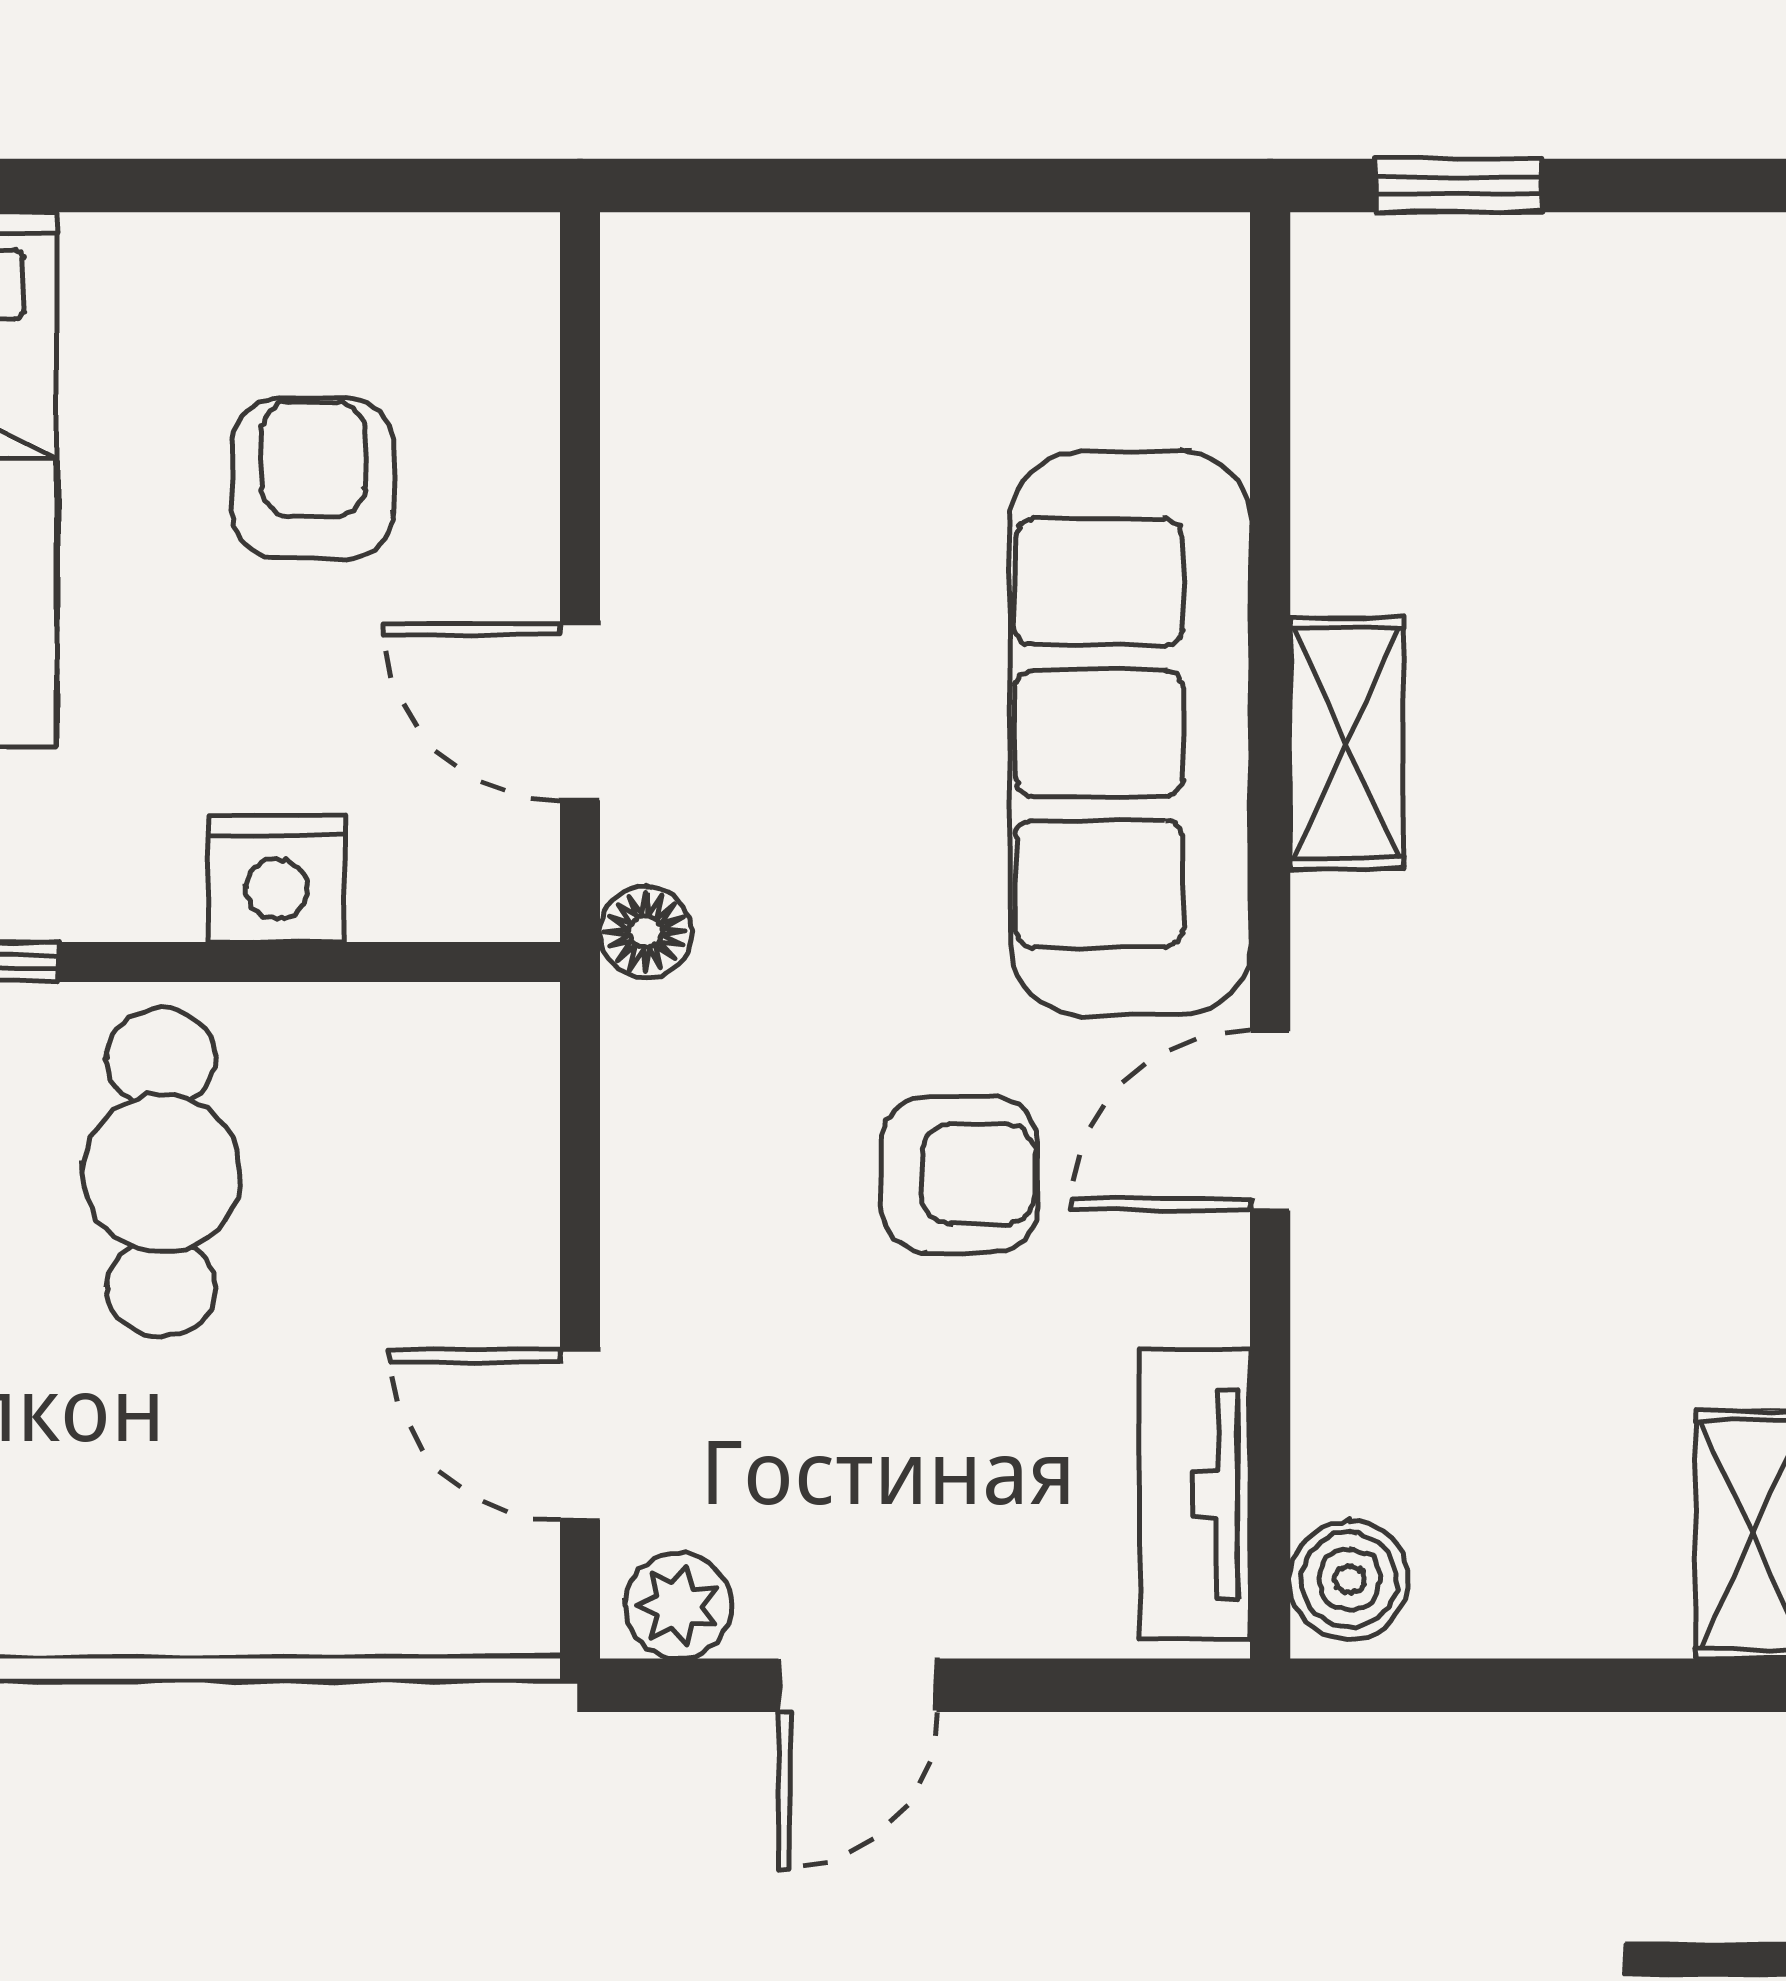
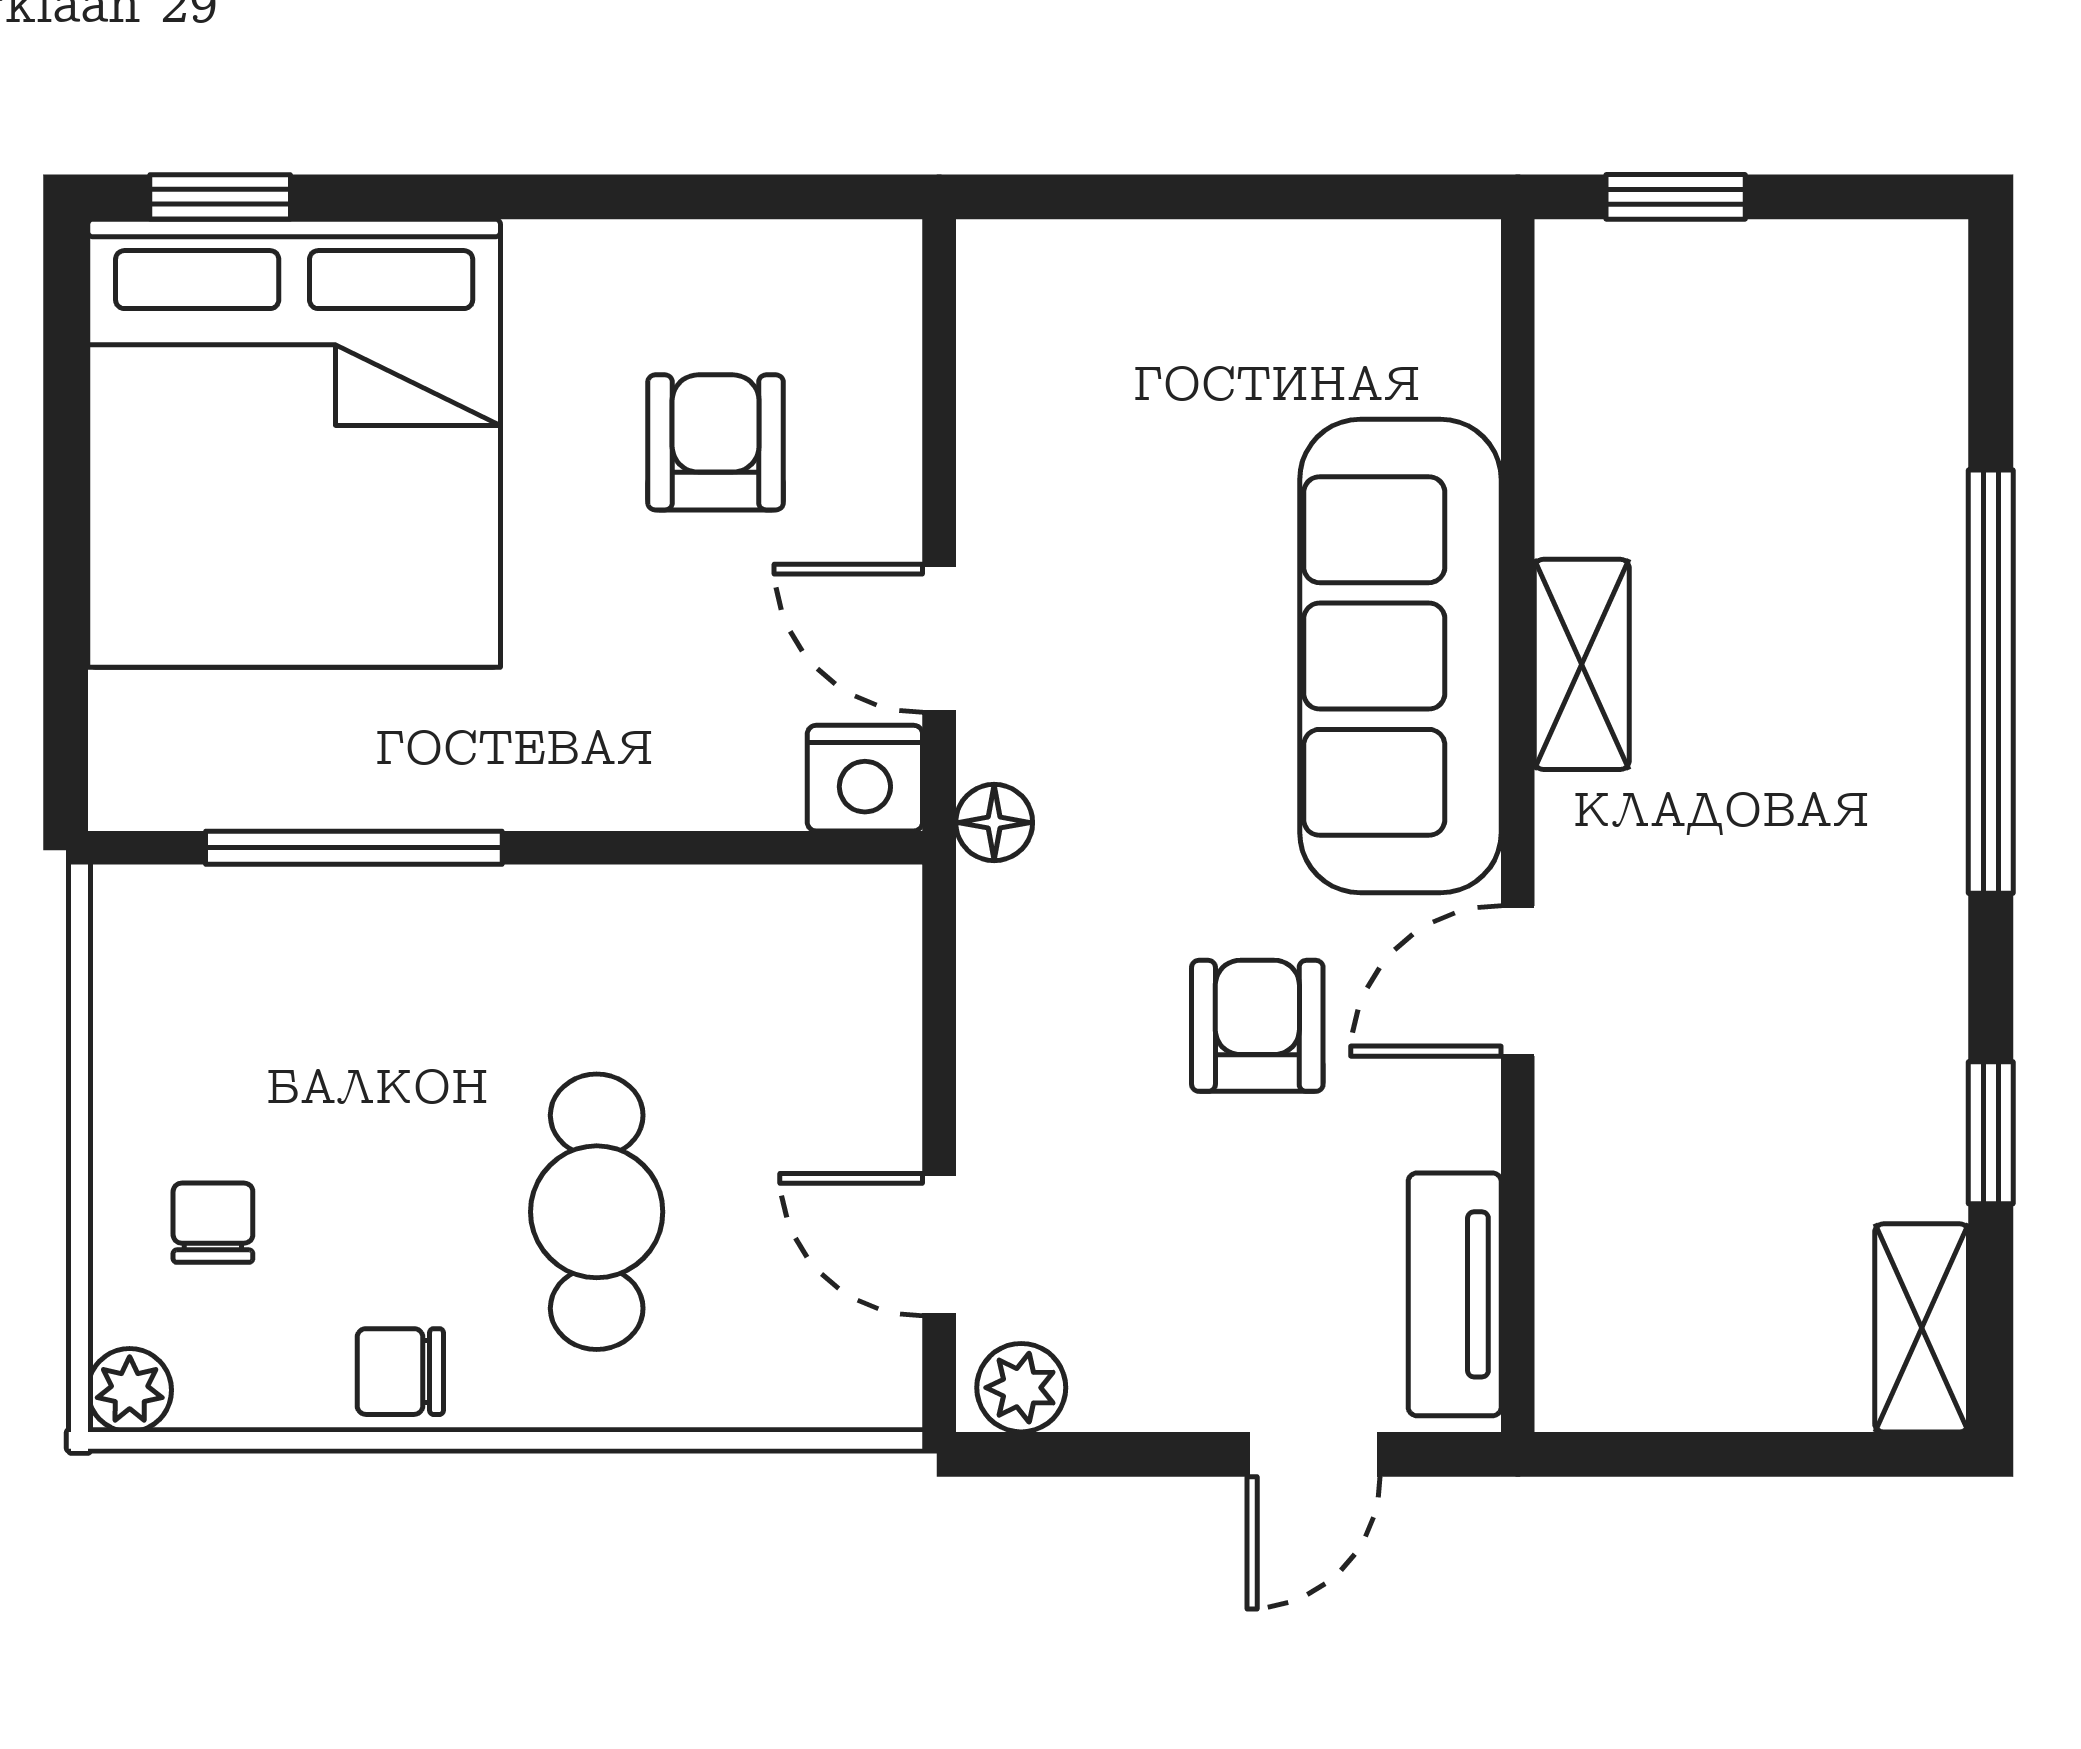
nightstand: (277, 879) -> (865, 778), moved
cafe table: (161, 1173) -> (597, 1212), moved
armchair: (959, 1174) -> (1257, 1026), turned -90
boiler: (1349, 1580) -> (1584, 1366), removed
door: (857, 1685) -> (1314, 1454), moved

